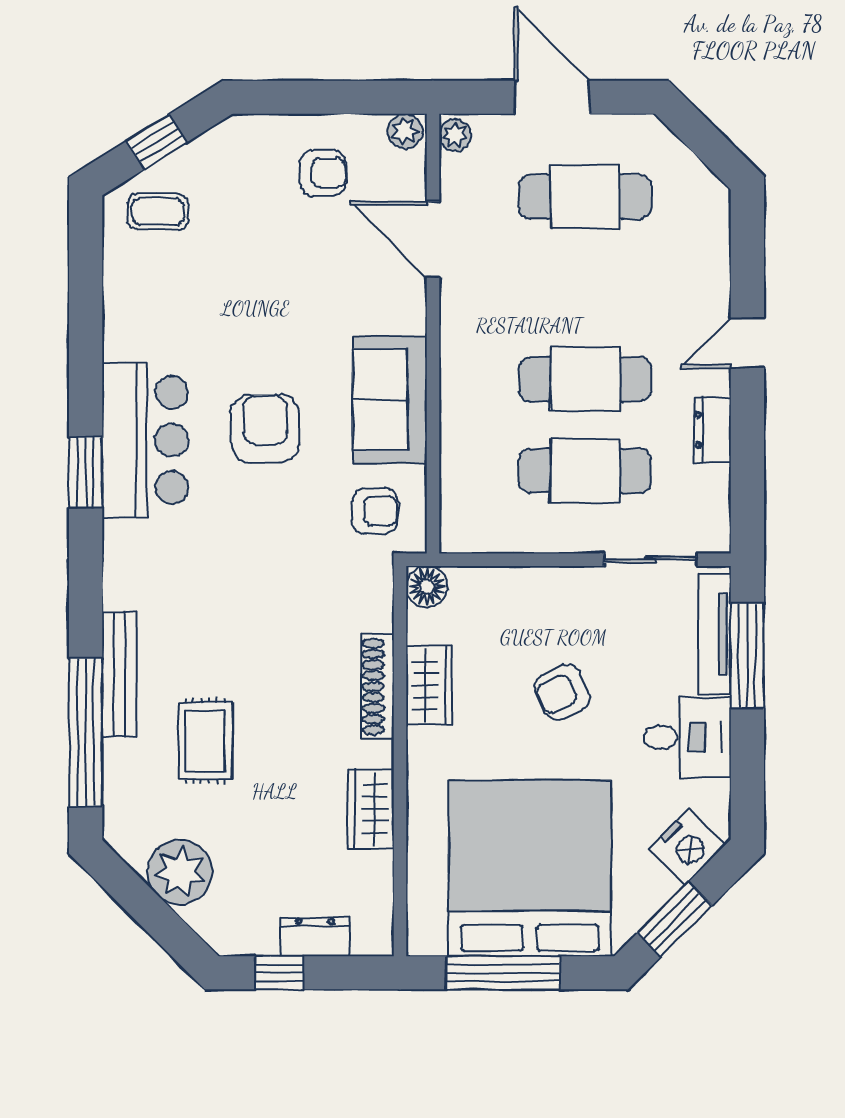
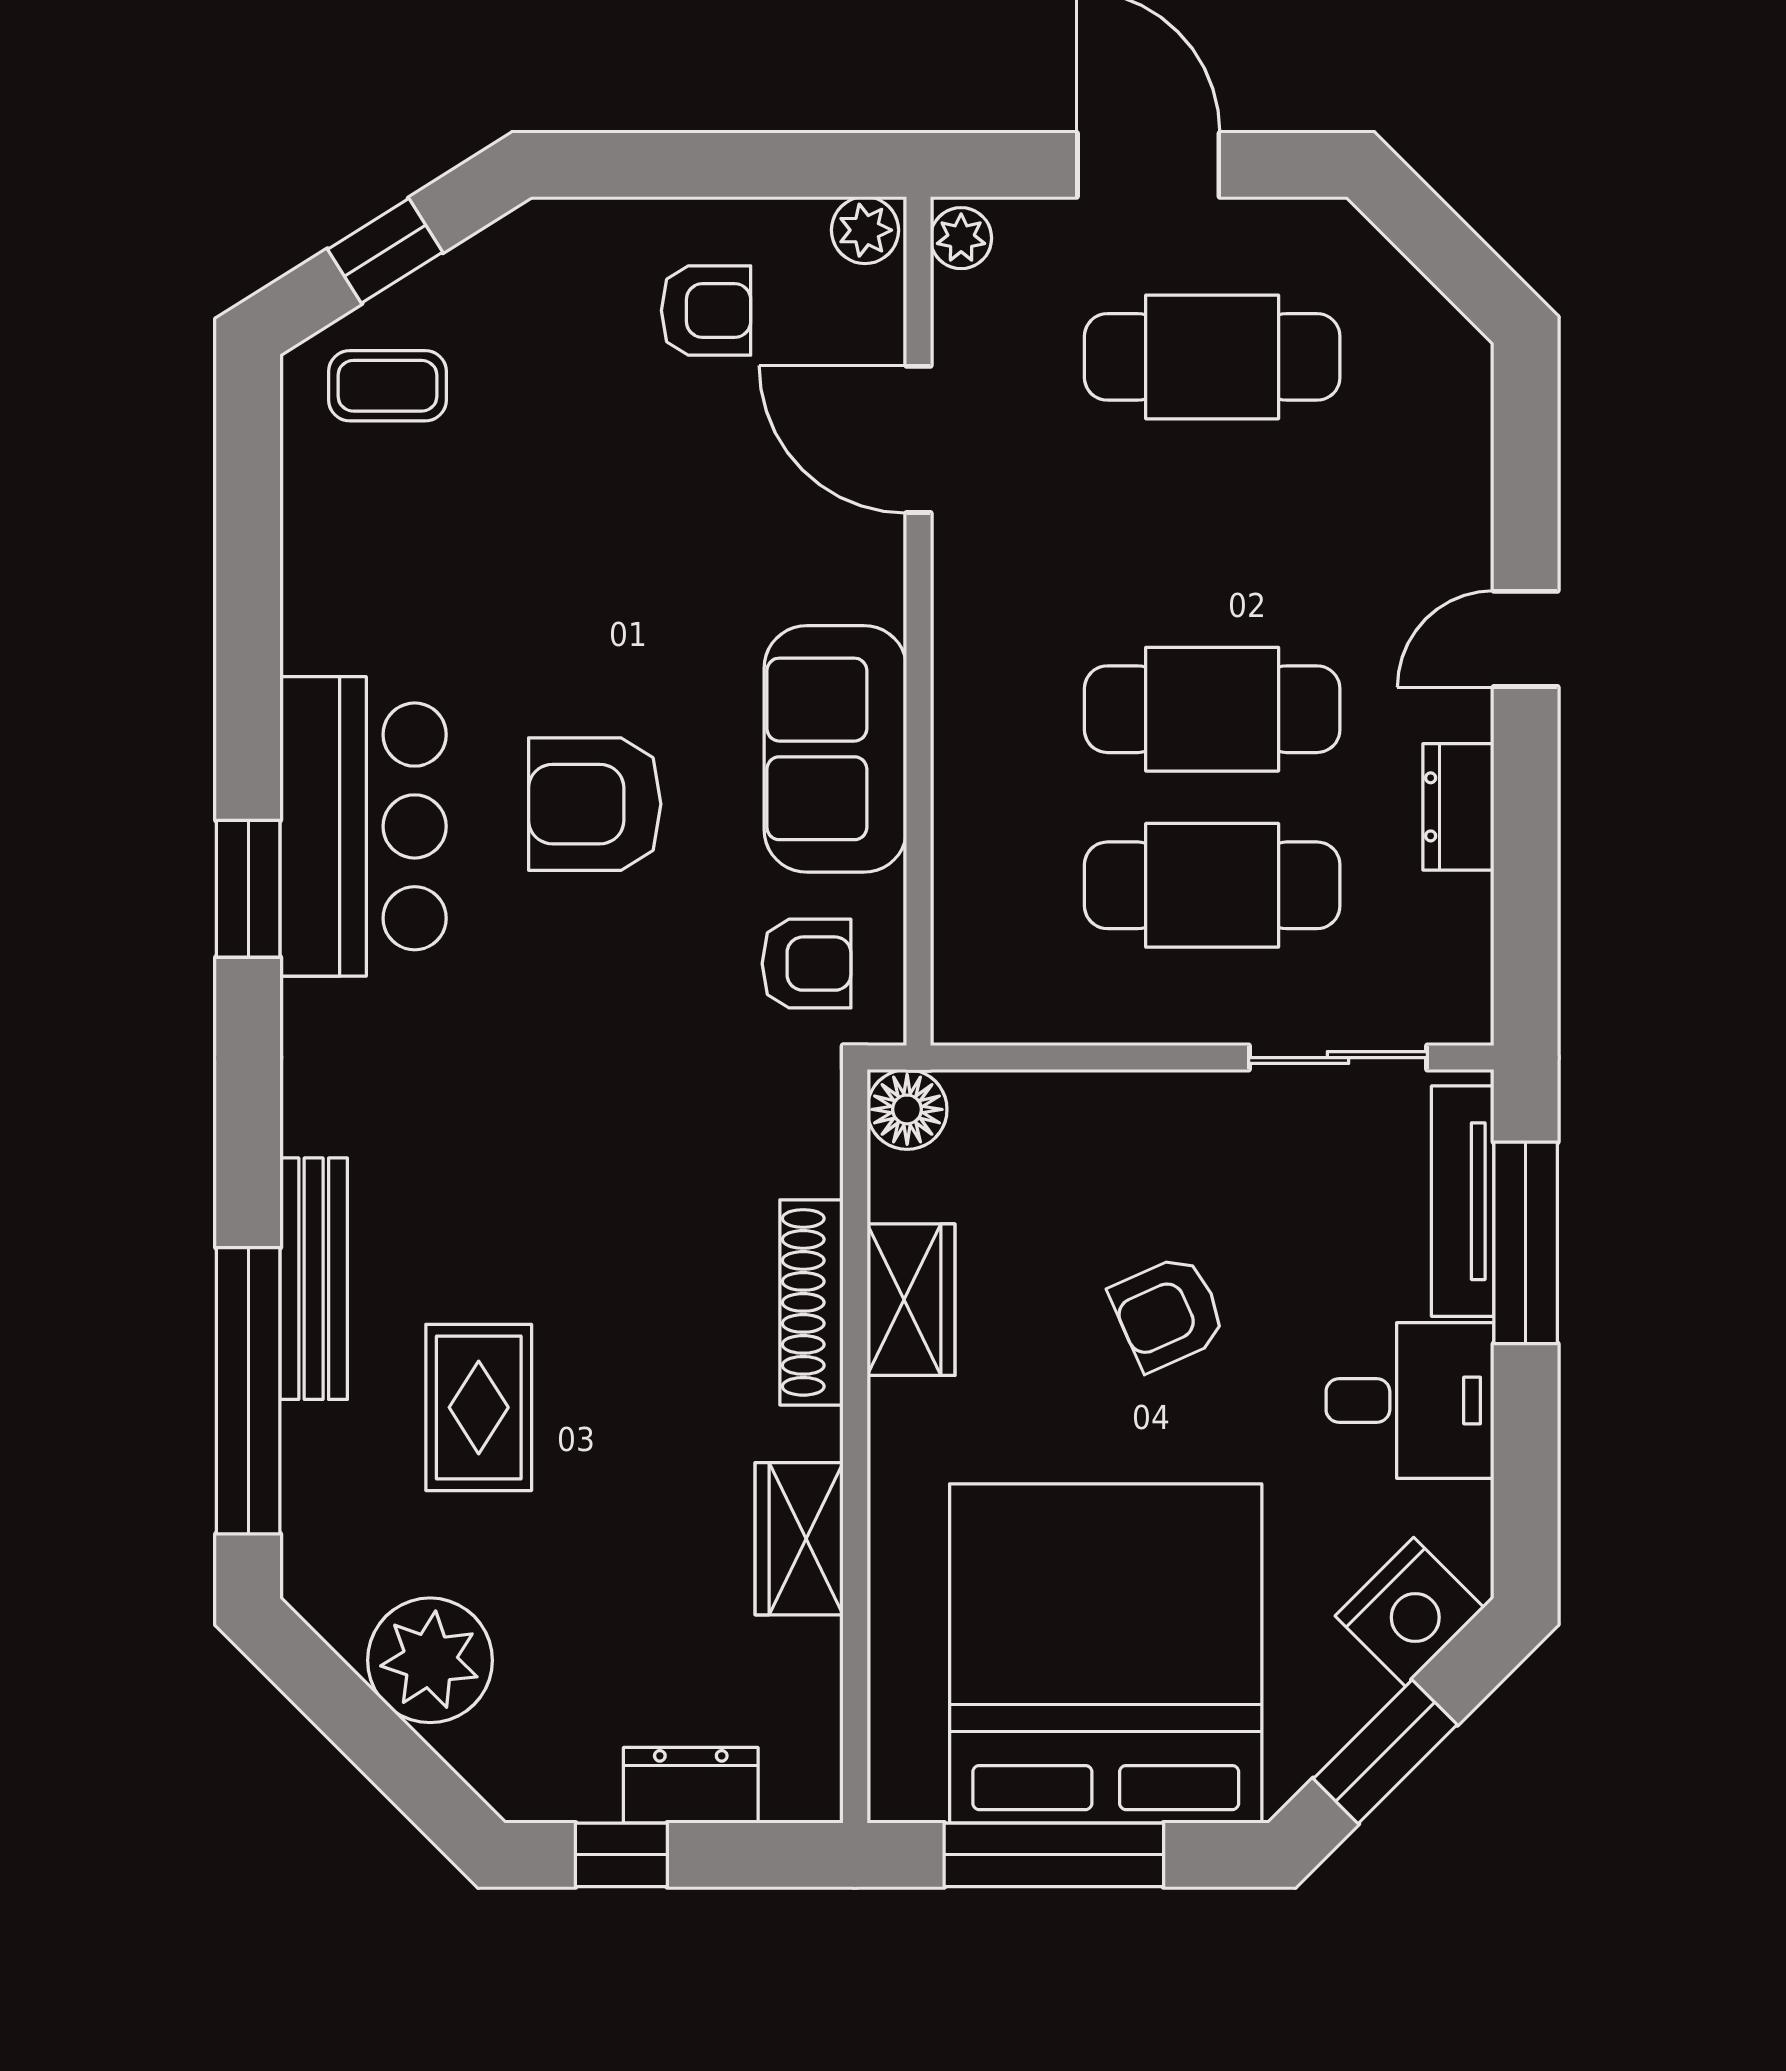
armchair: (265, 428) -> (595, 804), turned -90

